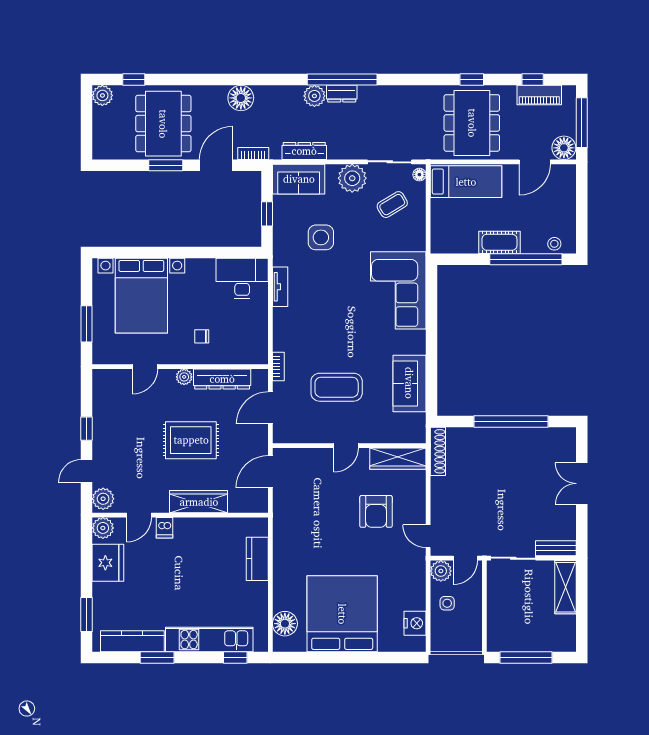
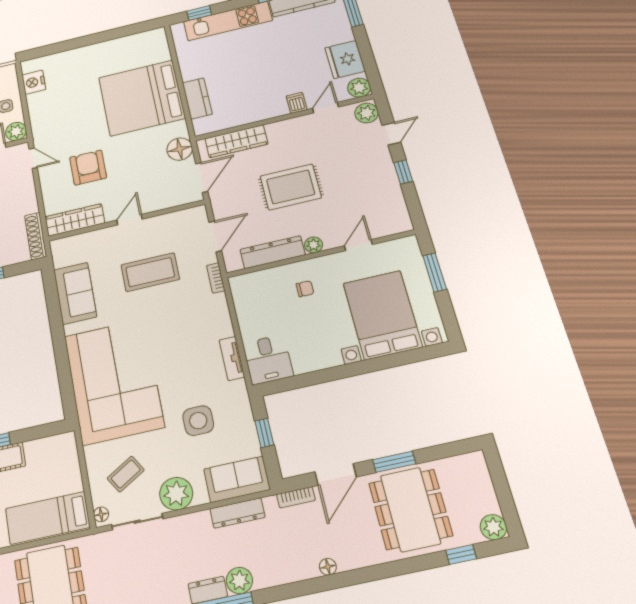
floor lamp: (241, 98) -> (328, 567), width x0.53, depth x0.53
desk: (242, 278) -> (268, 359), width x0.73
corner sofa: (398, 290) -> (114, 381), width x1.36, depth x1.36
wardrobe: (199, 502) -> (236, 141), moved
bed: (342, 614) -> (142, 98), moved, turned 90
floor lamp: (285, 624) -> (180, 149), moved

